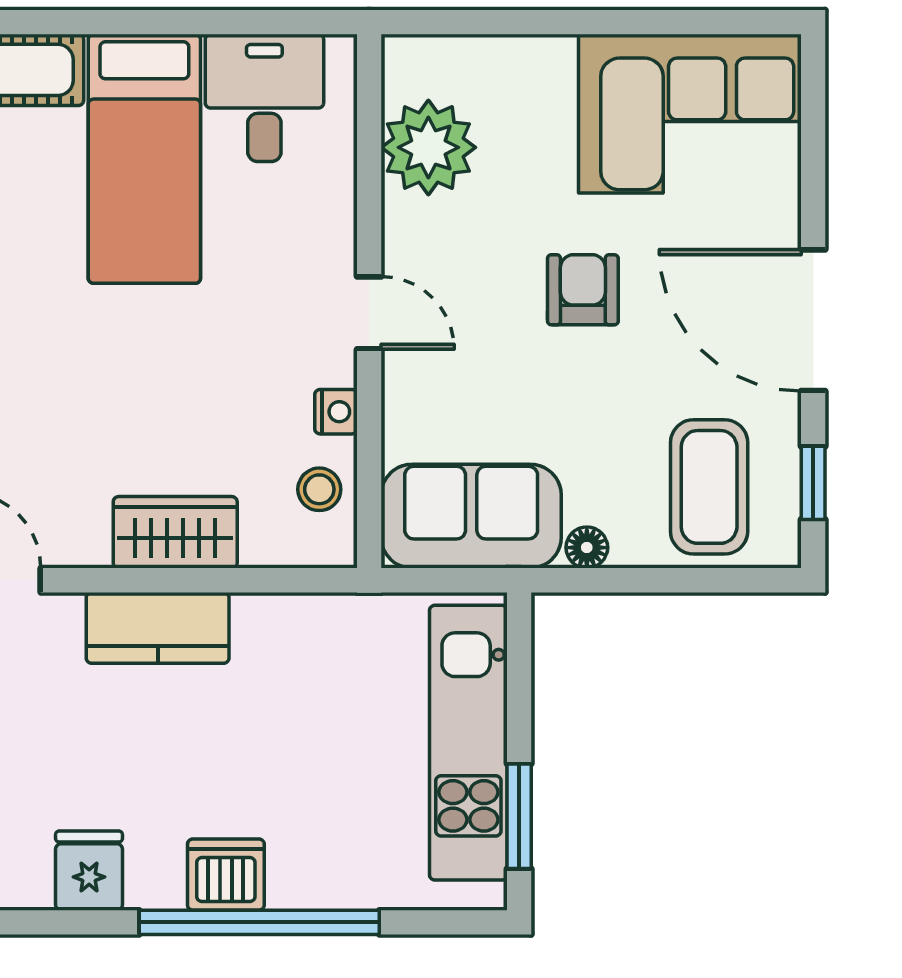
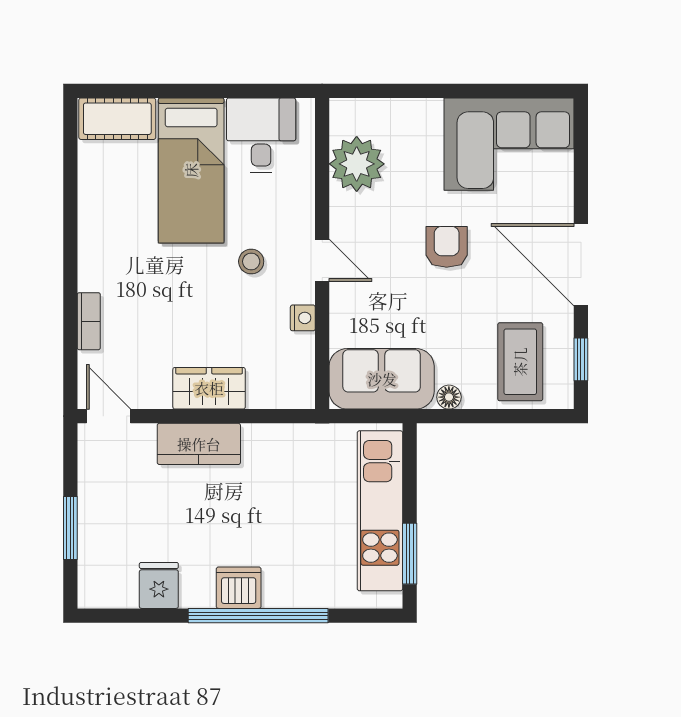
stool: (319, 489) -> (251, 261), moved

